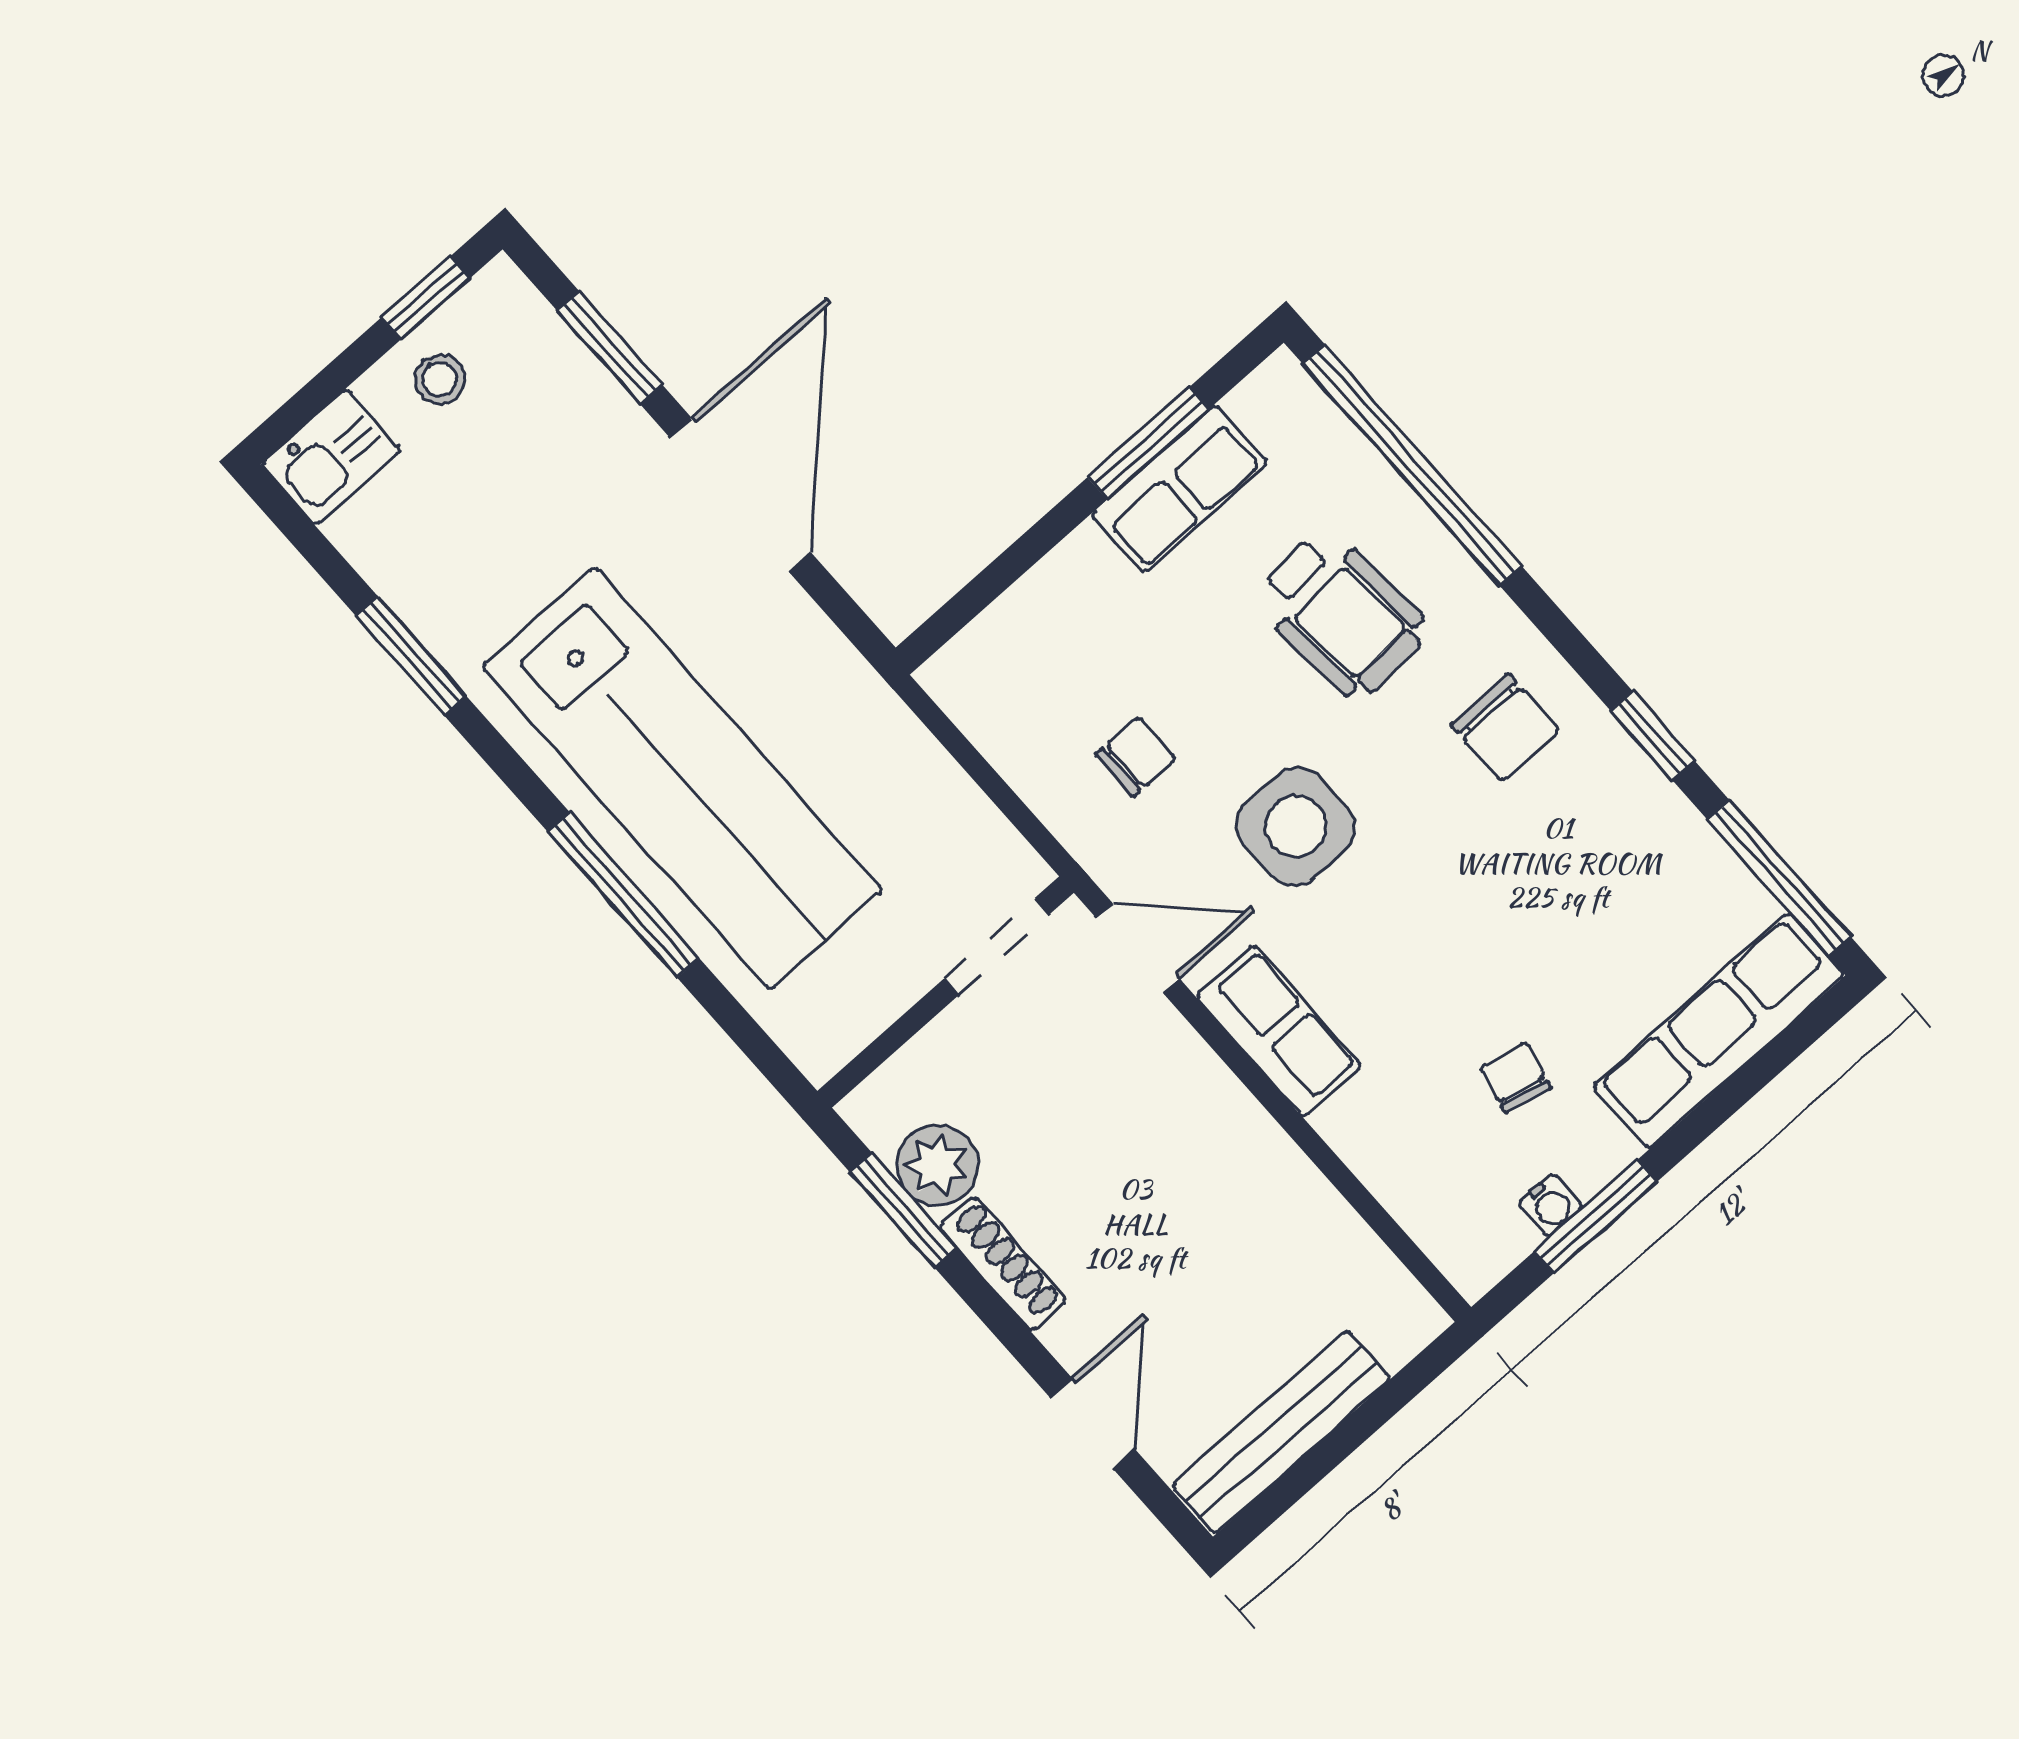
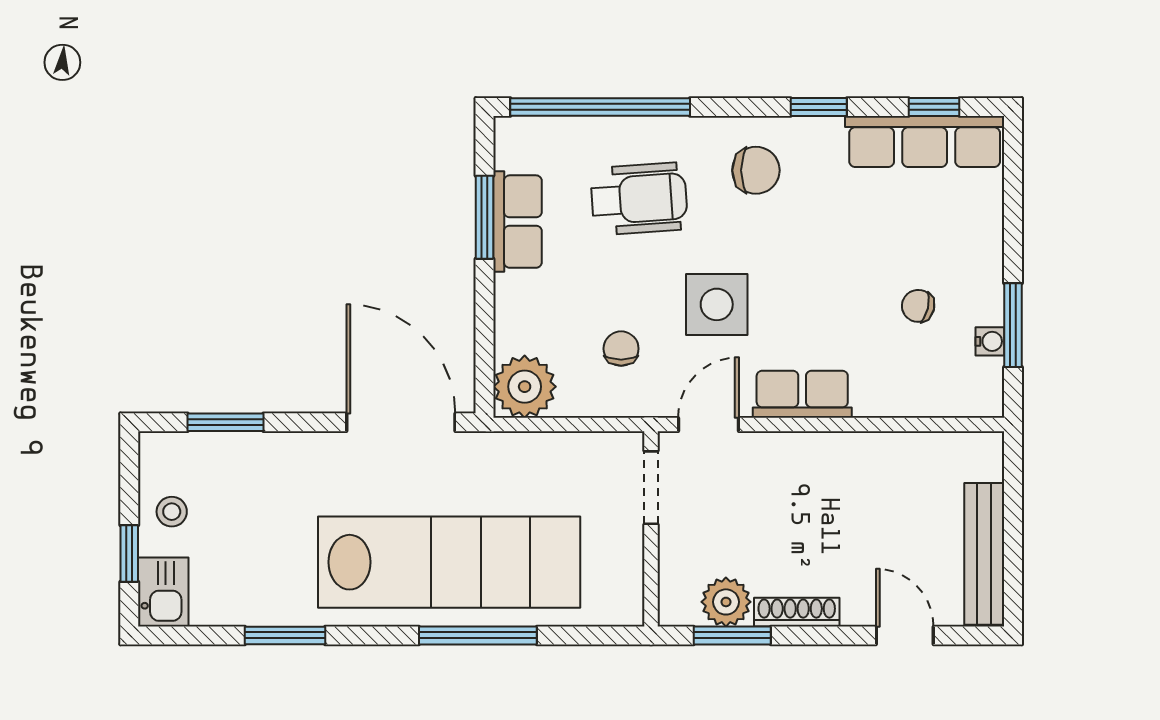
window: (426, 298) -> (129, 553), moved
door: (740, 495) -> (401, 422), moved
plant: (983, 679) -> (525, 387), added
window: (1779, 879) -> (934, 107), width x0.46
row of seats: (1719, 1031) -> (925, 142), moved, turned -90

